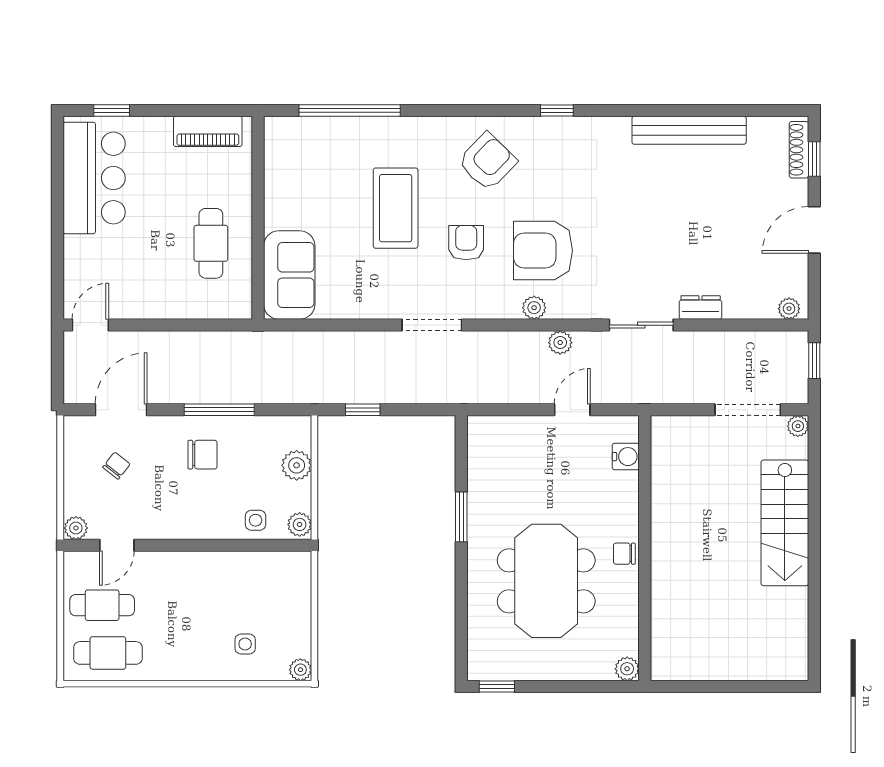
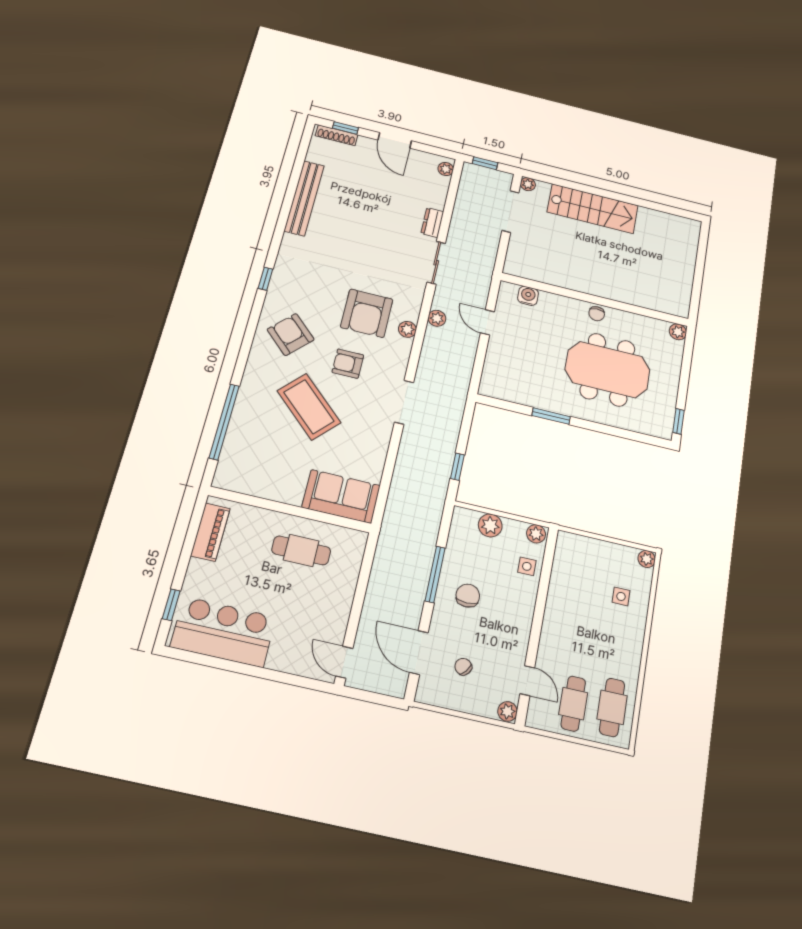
coffee table: (396, 208) -> (309, 407), turned 43

